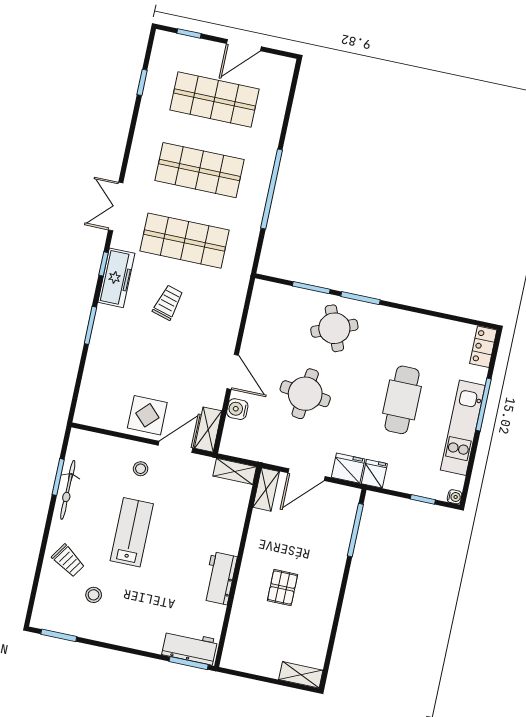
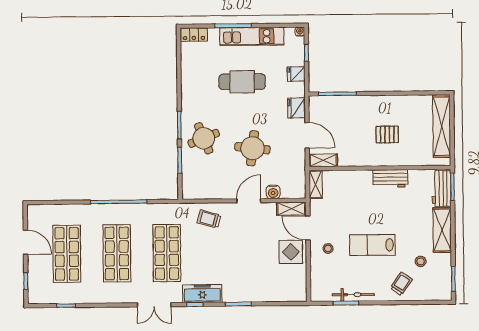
trolley: (168, 303) -> (209, 219), moved
fridge: (374, 474) -> (296, 74), moved
shelving: (131, 635) -> (442, 230), added
shelving: (301, 675) -> (442, 126), width x2.20, depth x1.33

